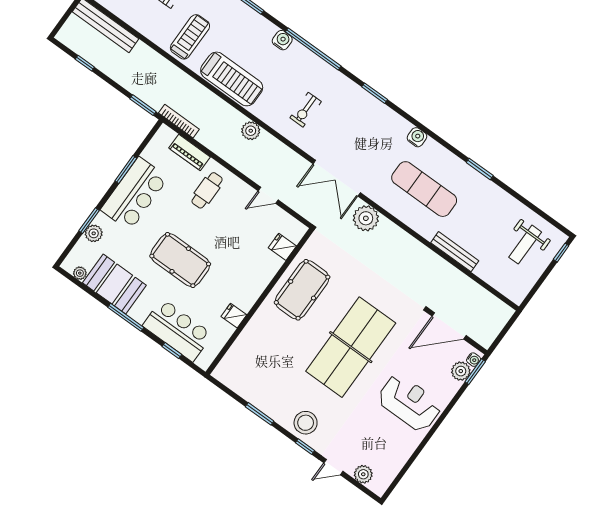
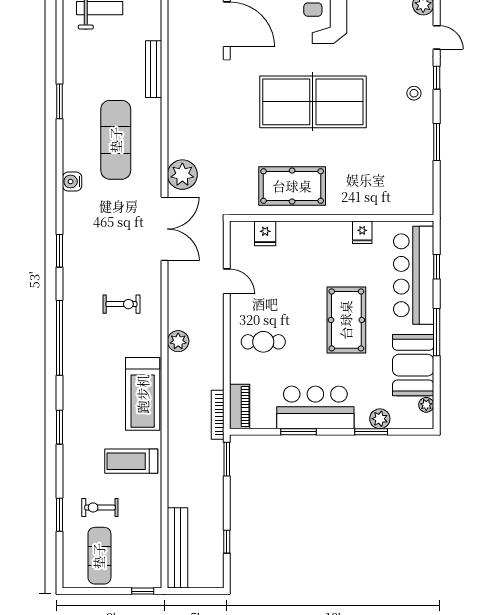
water cooler: (282, 40) -> (72, 373), removed
treadmill: (232, 79) -> (143, 394), turned 180
piano: (189, 152) -> (240, 406), moved
bar counter: (177, 330) -> (414, 275), width x1.36
stool: (306, 423) -> (414, 93), width x0.53, depth x0.53

